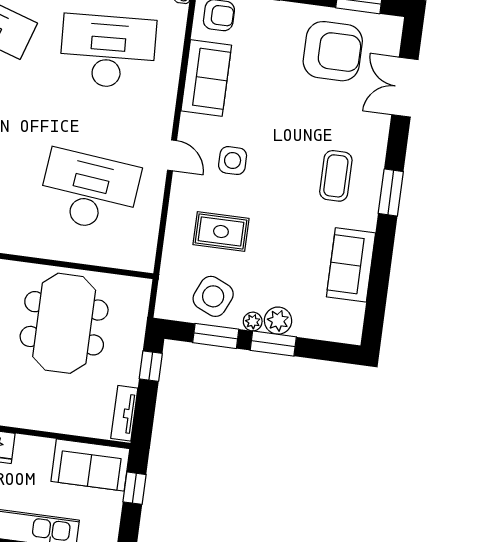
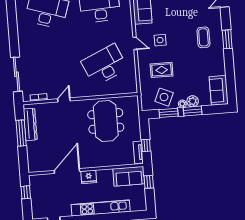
desk: (89, 191) -> (104, 65), turned -30
sofa: (351, 265) -> (219, 90), moved
window: (151, 366) -> (146, 145), moved

